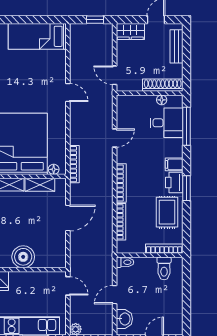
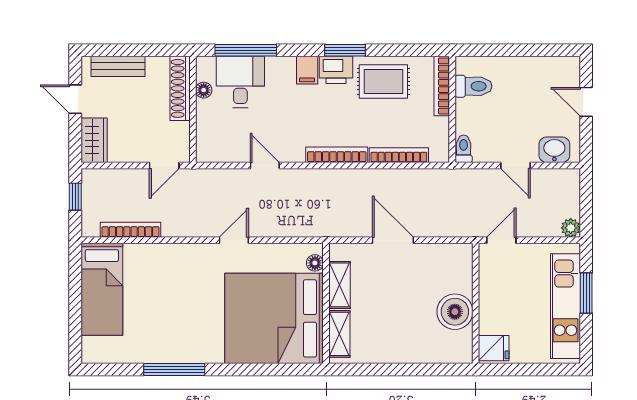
door: (68, 92) -> (234, 240), moved
bookcase: (74, 164) -> (130, 230), moved

